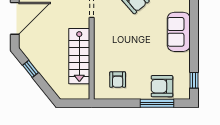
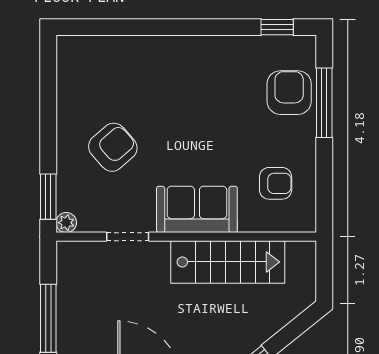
sofa: (179, 32) -> (197, 209), moved, turned 180
armchair: (162, 86) -> (289, 93), turned 180

